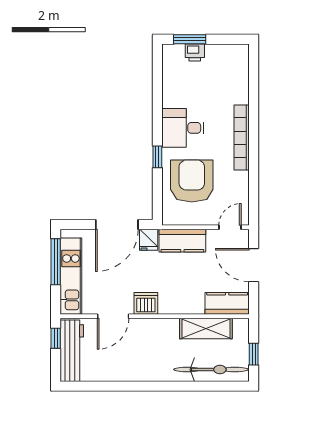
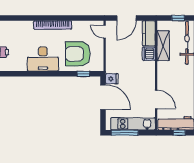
desk: (183, 128) -> (43, 59), width x1.37
window: (157, 157) -> (83, 74), moved
kitchen counter: (182, 241) -> (112, 59), removed
dishwasher: (146, 303) -> (149, 54), moved
window: (56, 338) -> (179, 133), moved

